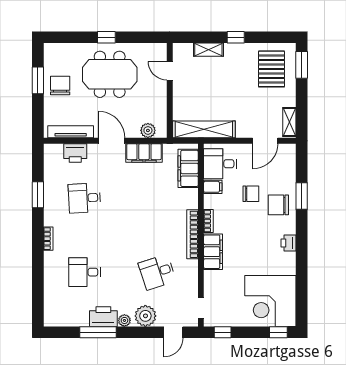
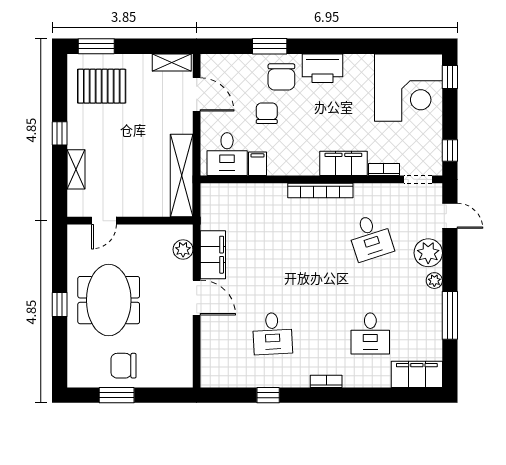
tv unit: (71, 132) -> (185, 352), removed
door: (112, 141) -> (197, 298), swing flipped
printer: (75, 153) -> (213, 346), removed
filing cabinet: (188, 168) -> (417, 374), moved, turned 180
window: (38, 195) -> (268, 395), width x0.67
bookcase: (208, 221) -> (384, 170), moved
printer: (289, 243) -> (322, 68), width x1.87, depth x1.48
printer: (103, 317) -> (429, 308), removed

